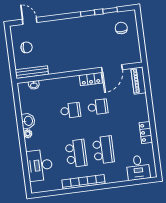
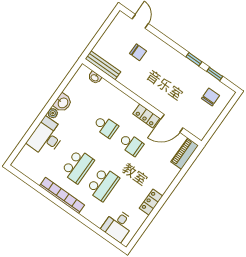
chair: (27, 47) -> (138, 52), moved
desk: (40, 165) -> (46, 137), moved

